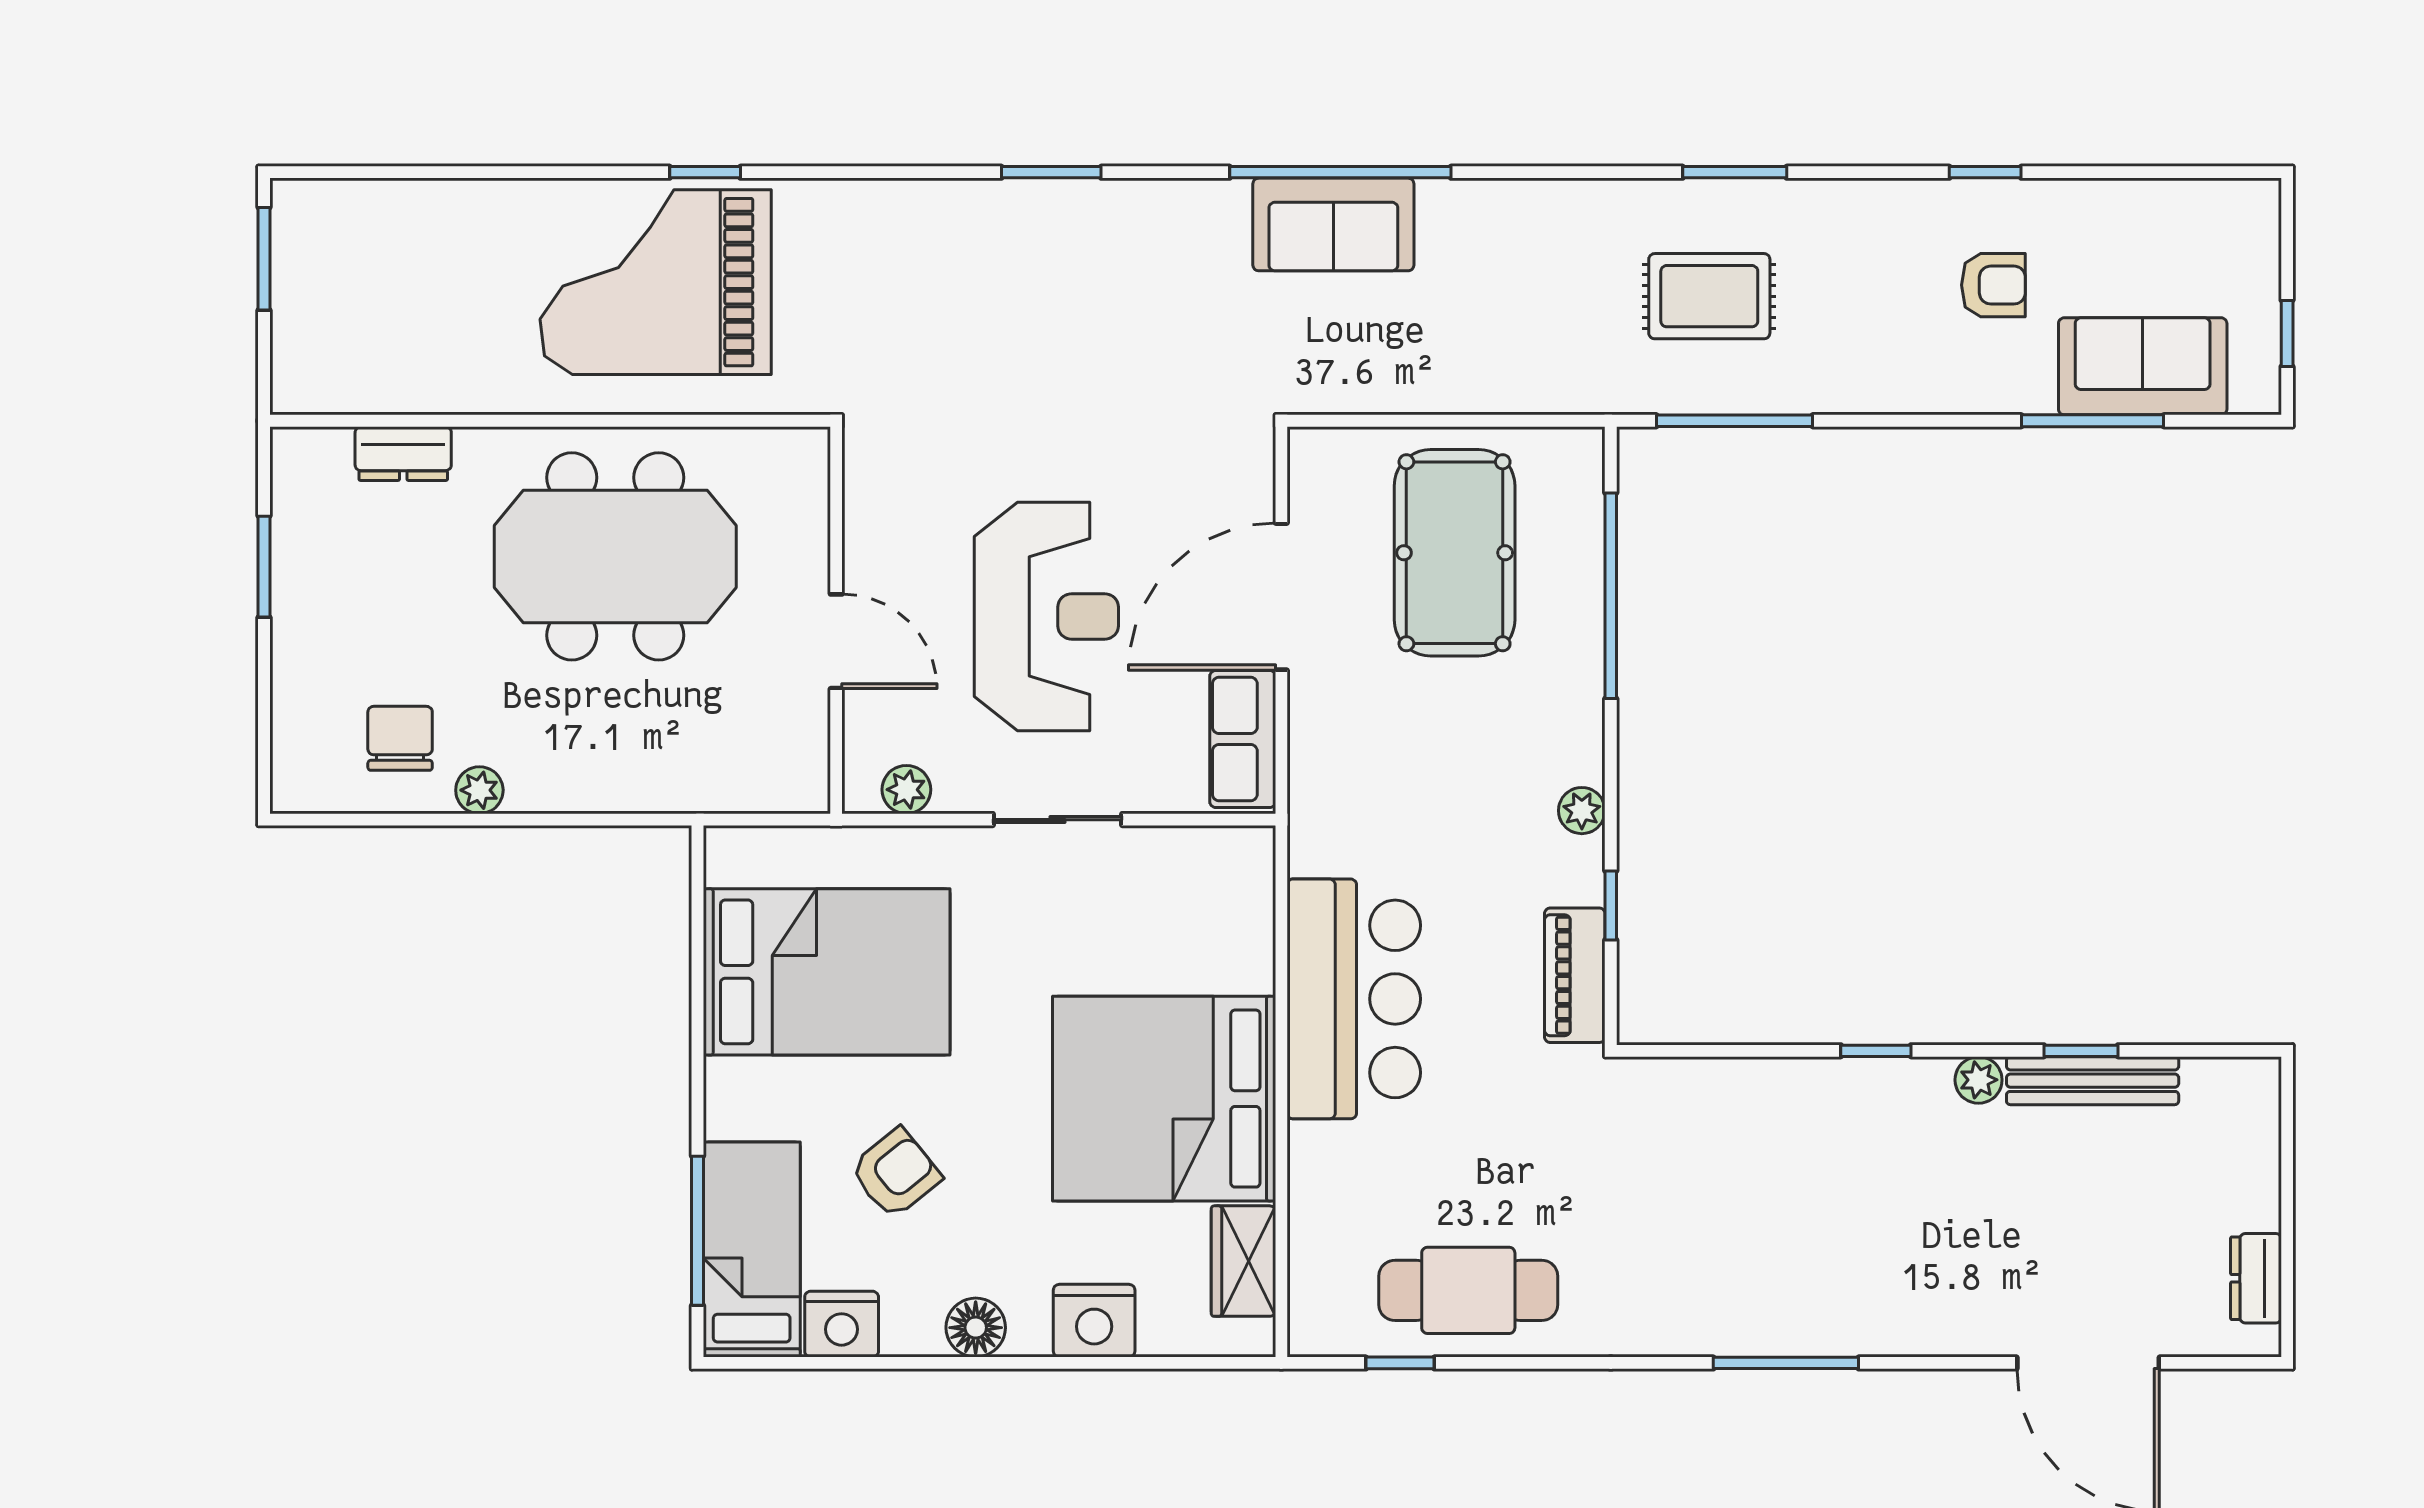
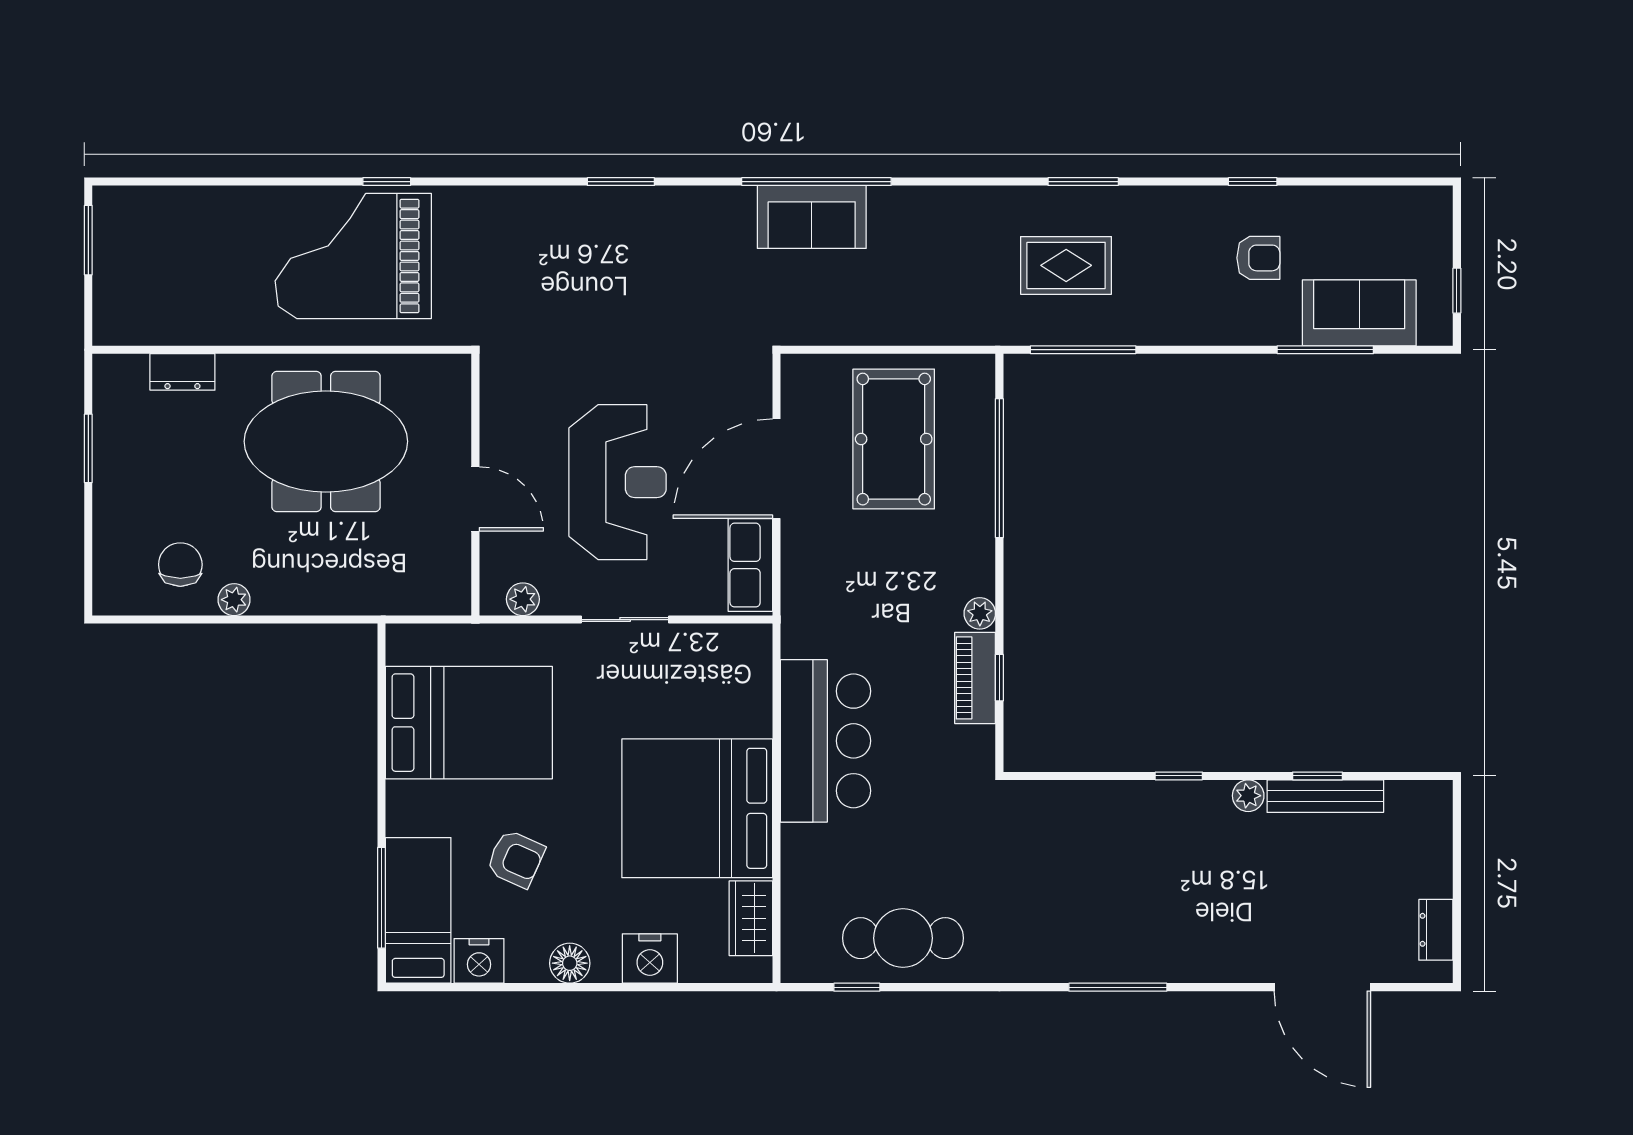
piano: (1575, 975) -> (975, 678), moved
armchair: (896, 1173) -> (516, 859), turned 63

